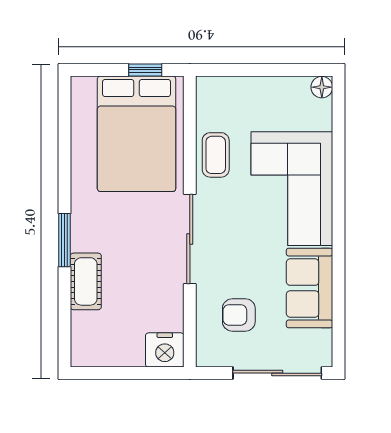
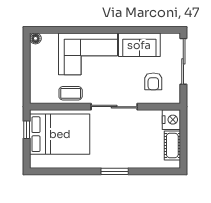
cot: (86, 281) -> (172, 145), moved, turned 90

